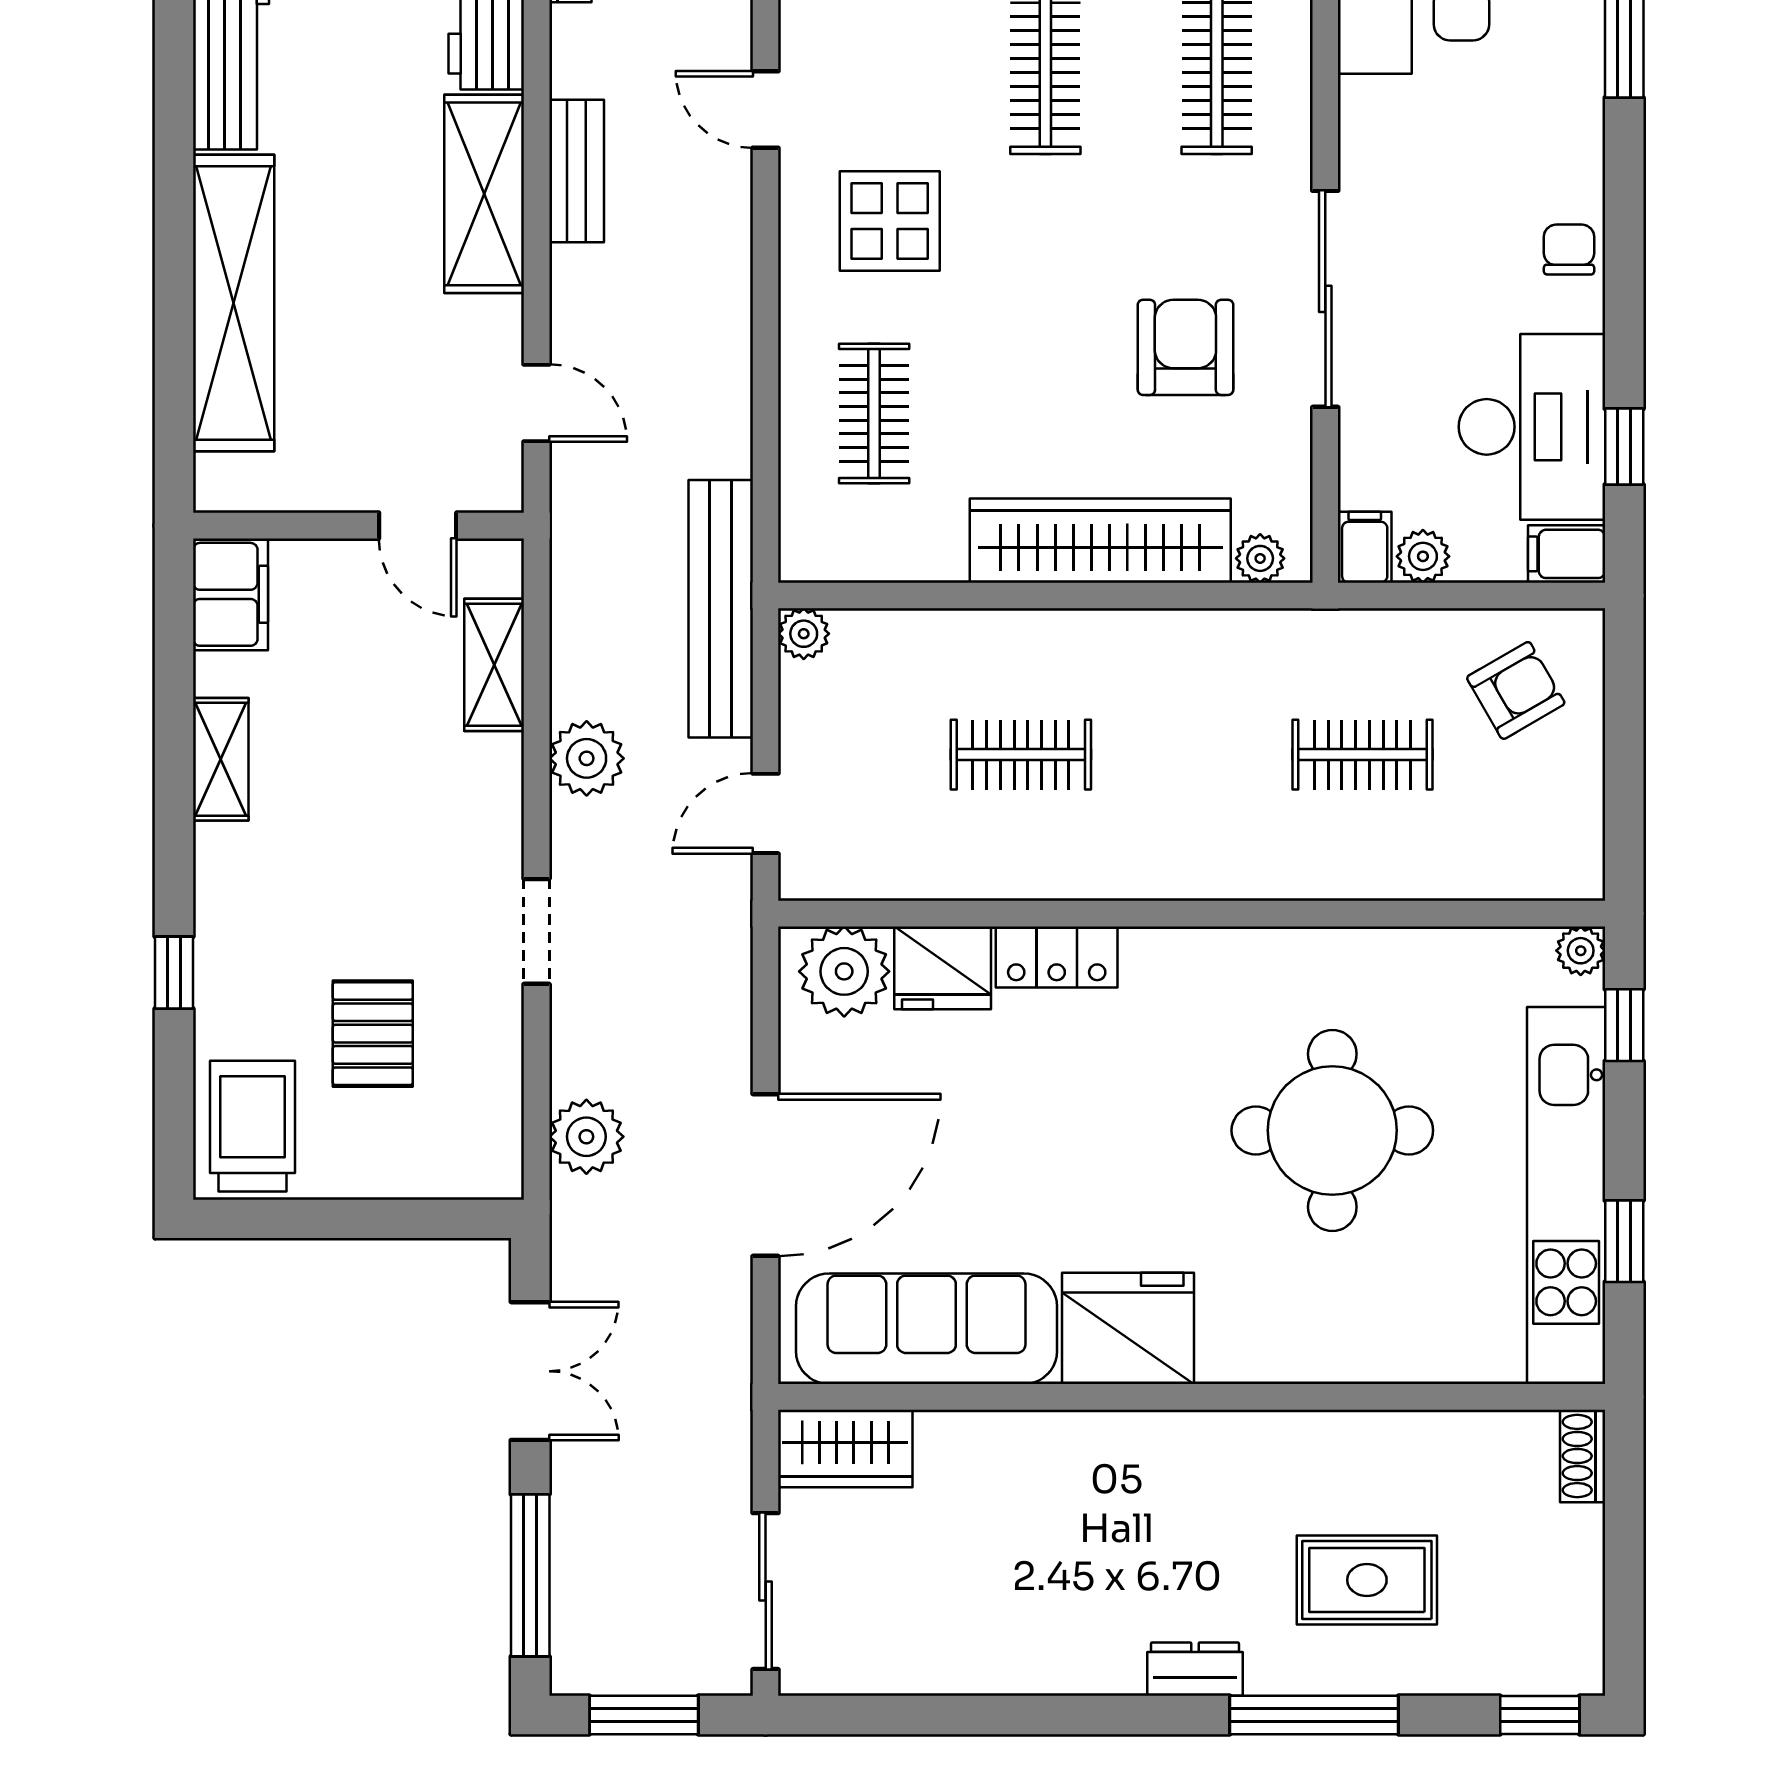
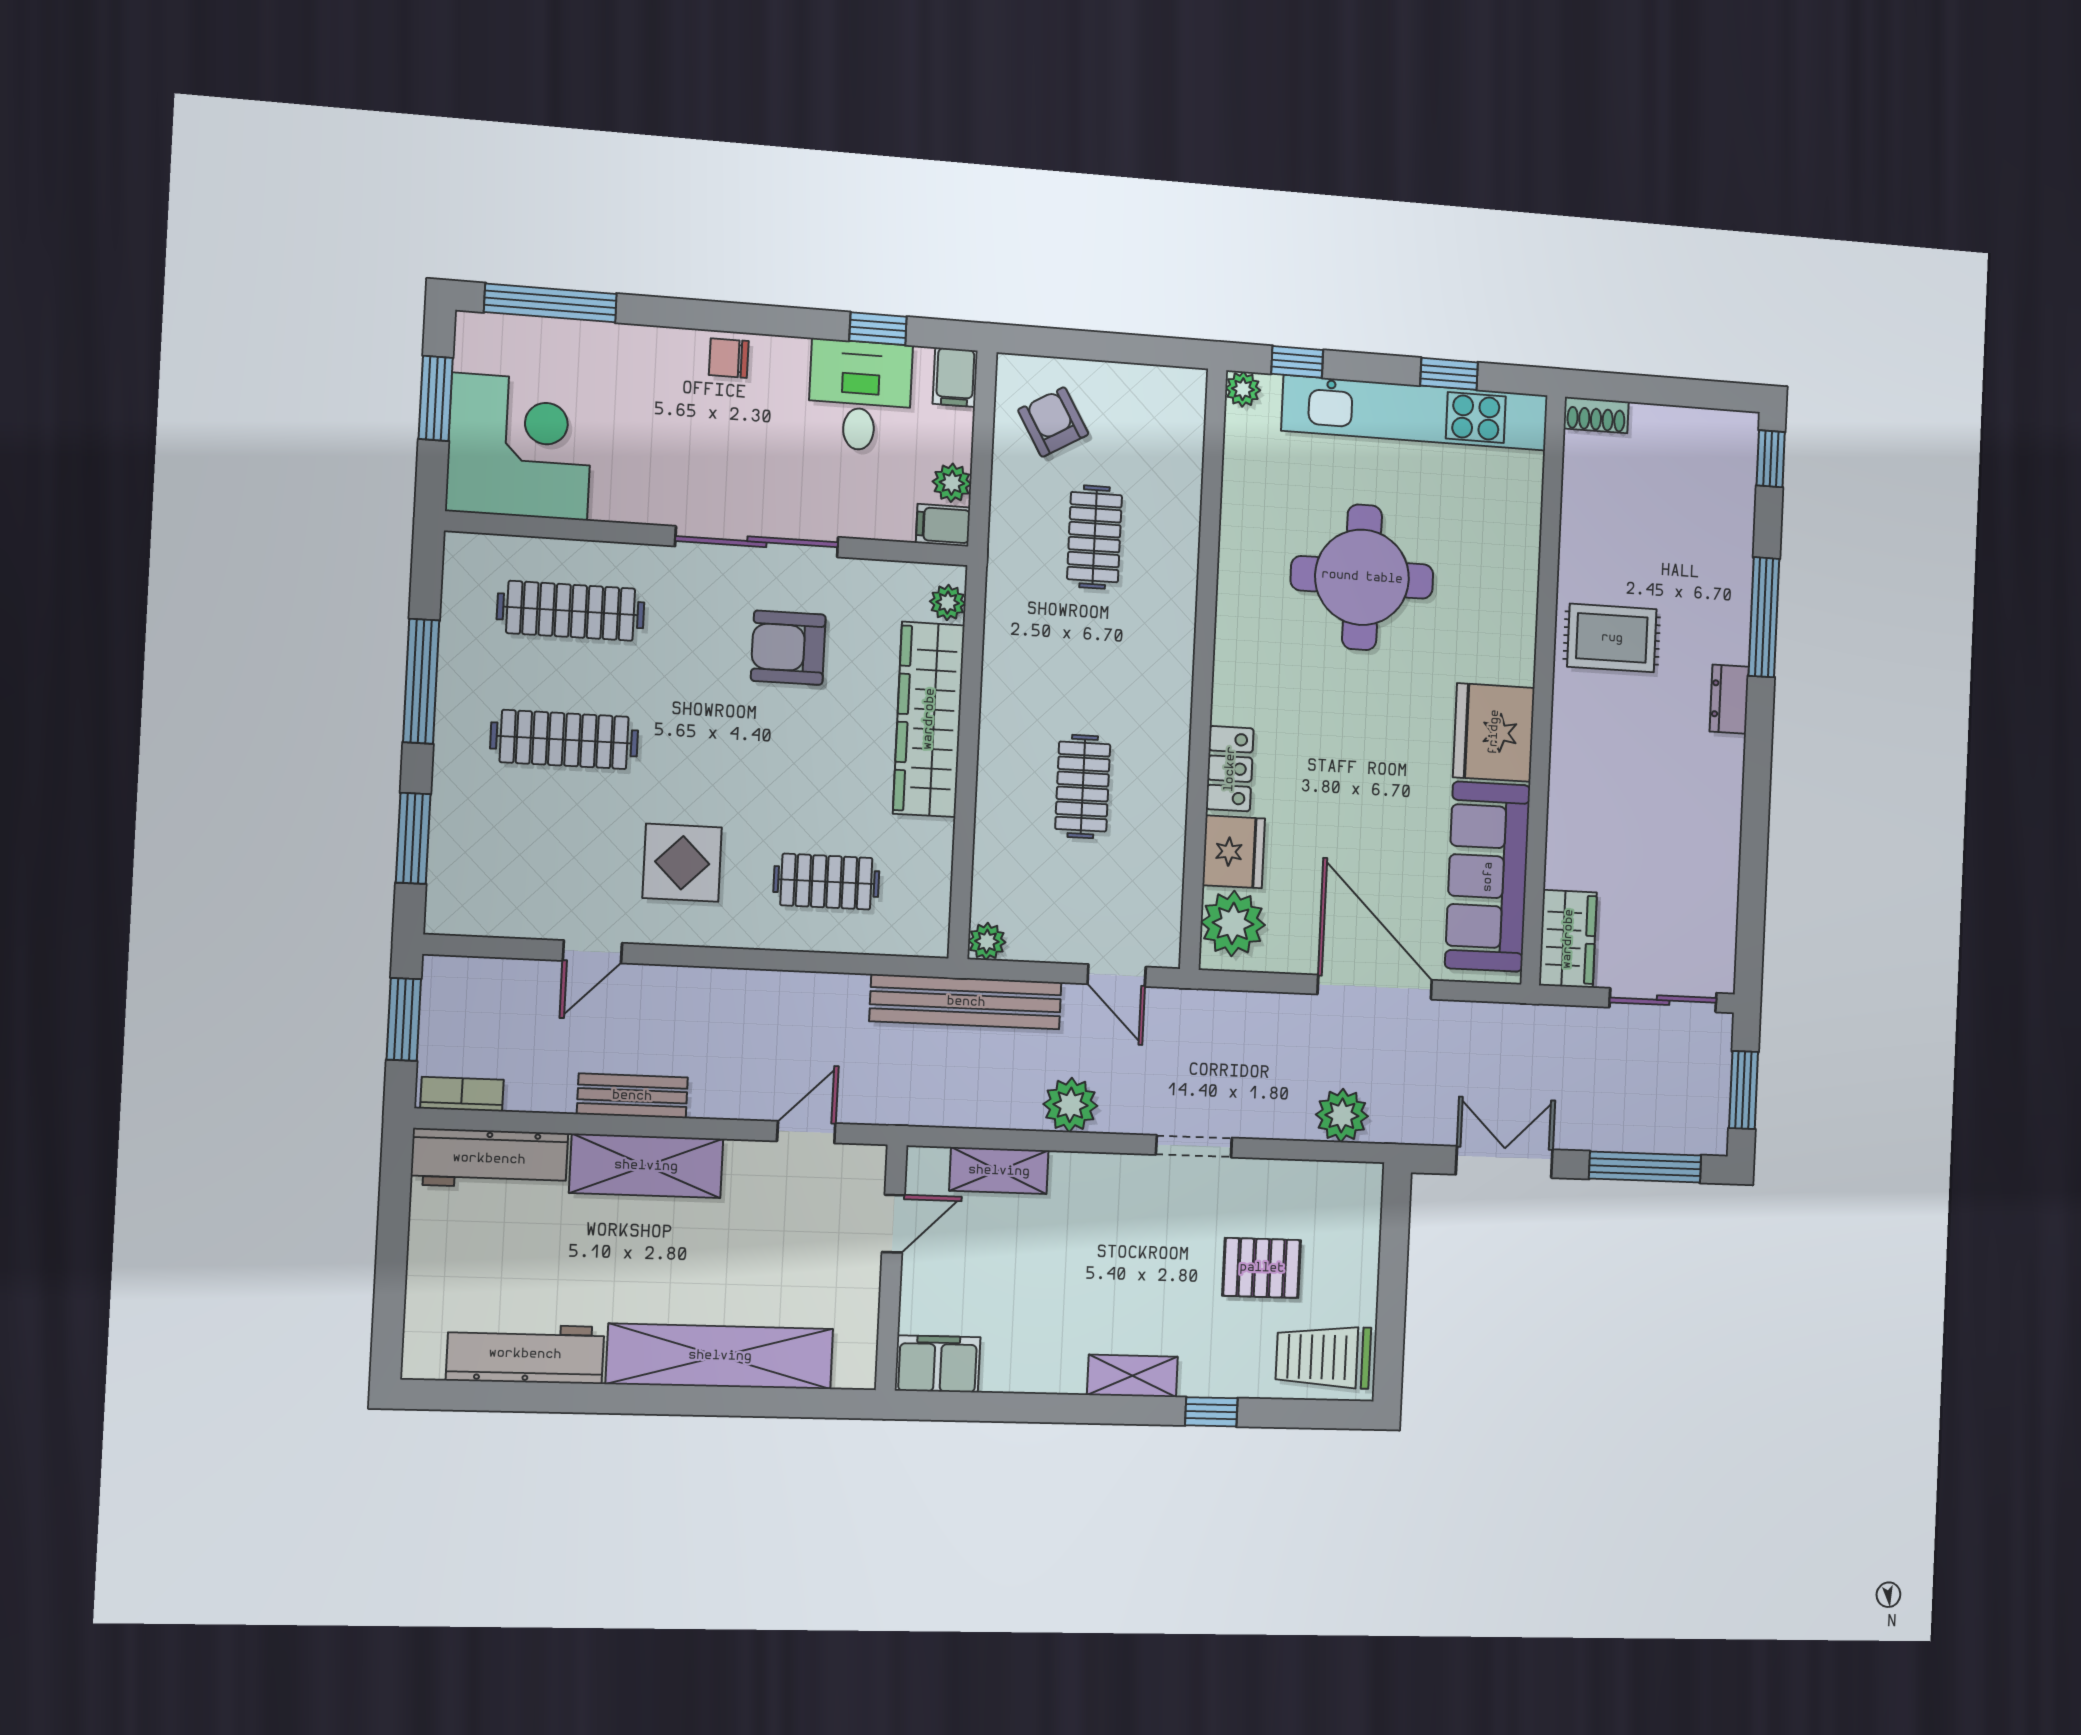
desk: (1532, 427) -> (860, 396), width x0.73
shelving: (221, 759) -> (1132, 1376), moved
rug: (1367, 1580) -> (1612, 638), moved, turned 90

